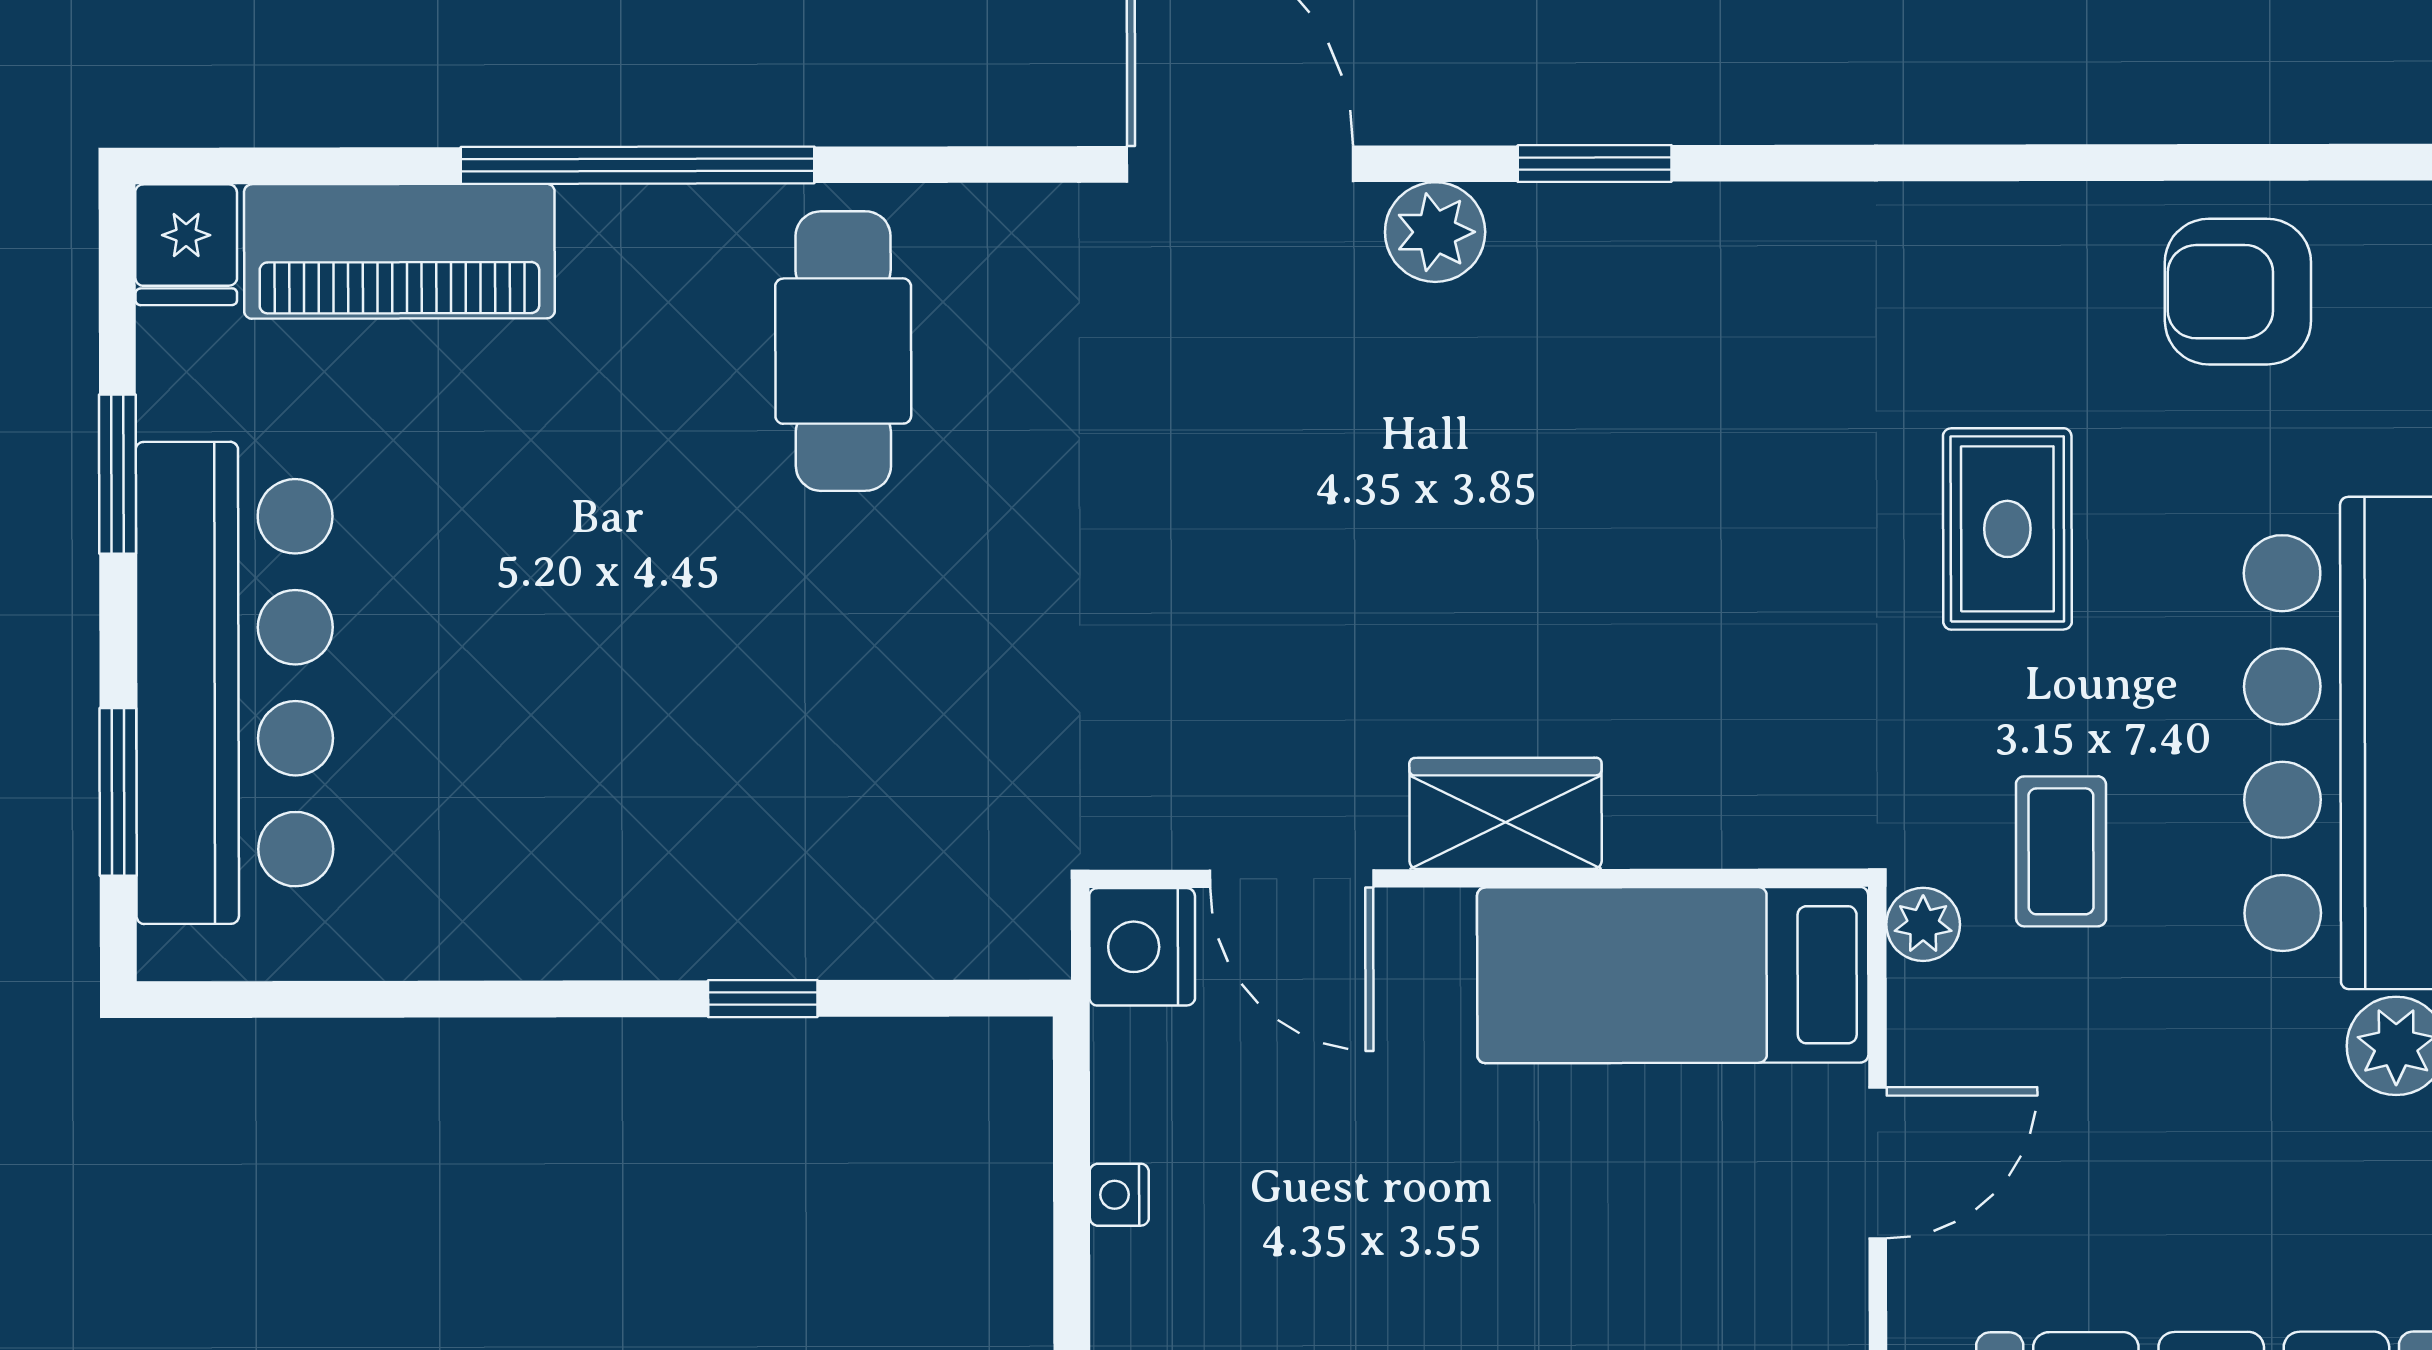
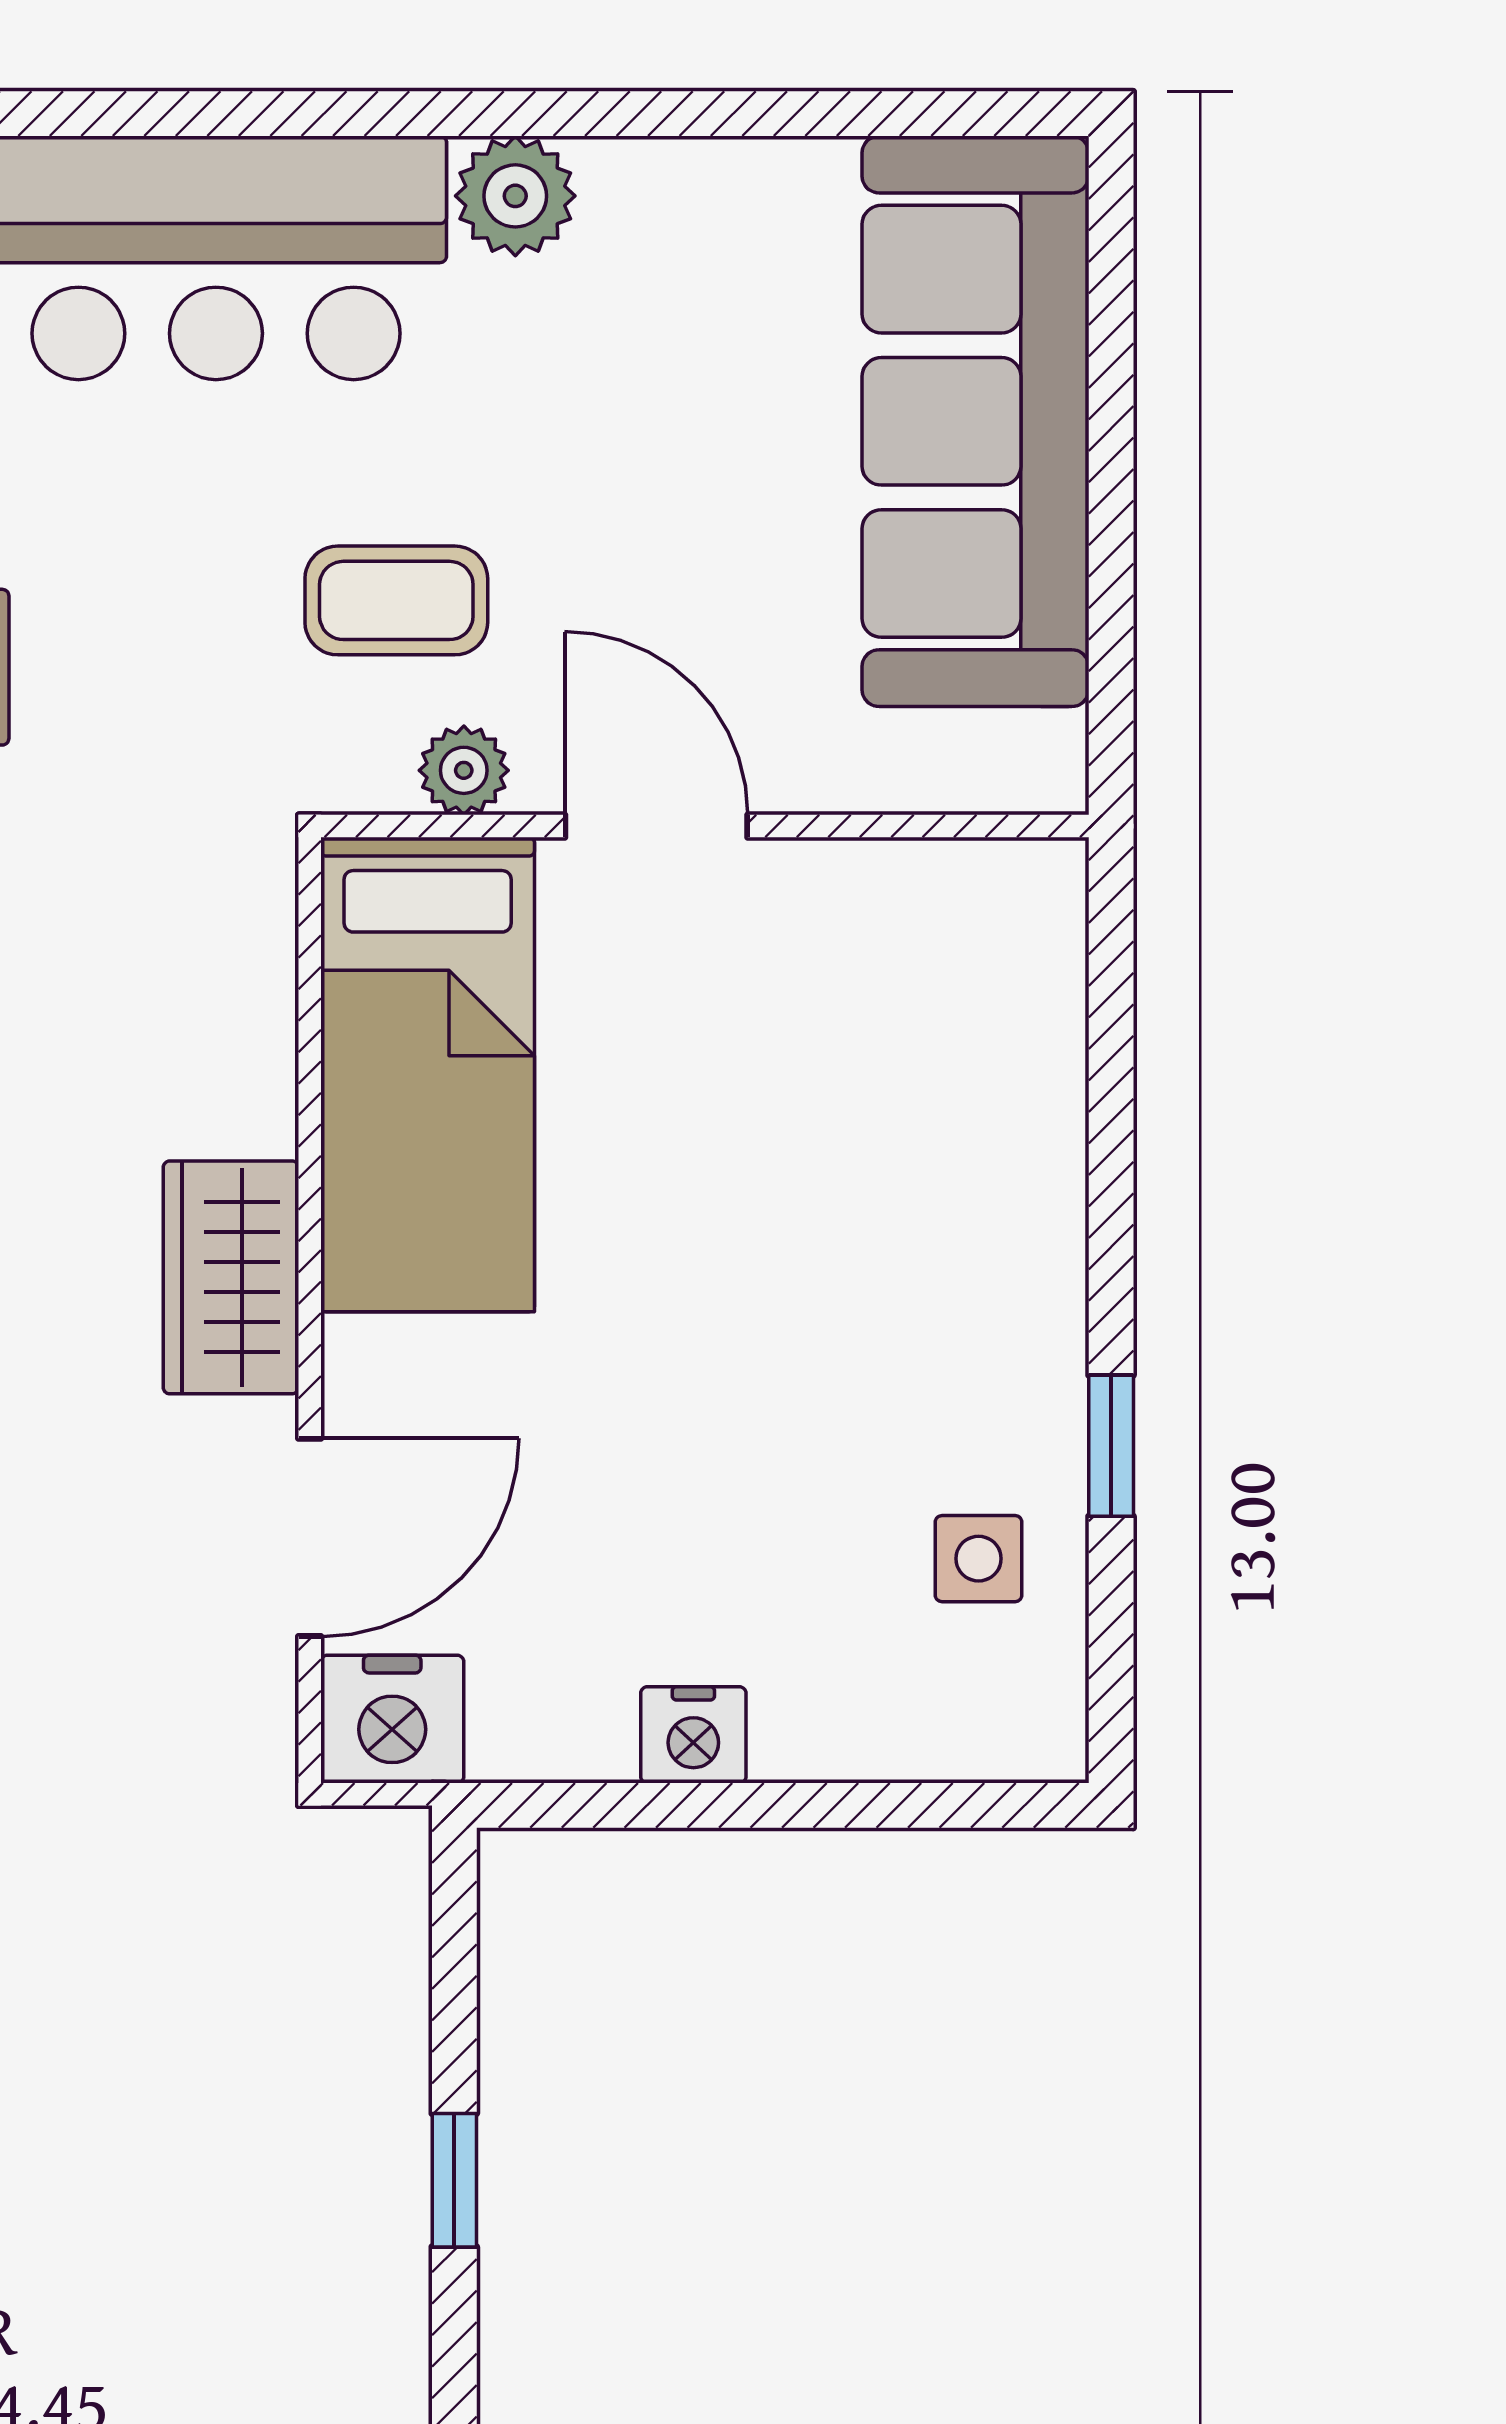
coffee table: (2061, 851) -> (396, 600), moved
plant: (1923, 924) -> (464, 770), moved
nightstand: (1119, 1195) -> (693, 1735), width x1.39, depth x1.35

